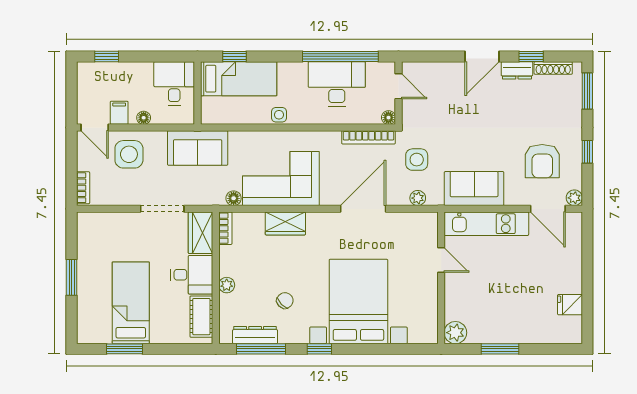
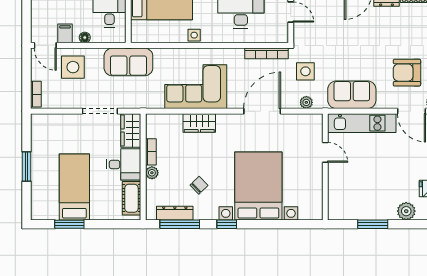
floor lamp: (388, 118) -> (283, 37), removed
armchair: (542, 161) -> (407, 73), turned 90
floor lamp: (234, 198) -> (157, 103), removed
bookcase: (225, 228) -> (151, 152), moved
plant: (455, 333) -> (406, 211), moved

